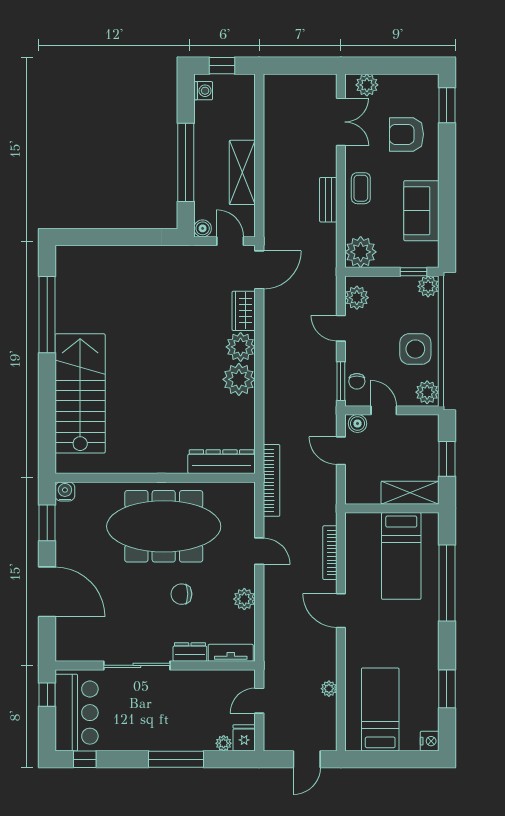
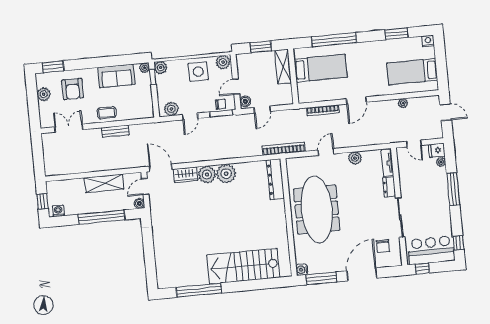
plant: (367, 85) -> (44, 94), moved
plant: (361, 252) -> (145, 68), moved, width x0.53, depth x0.53
window: (47, 523) -> (321, 278), width x1.44
chair: (181, 594) -> (383, 246), moved

